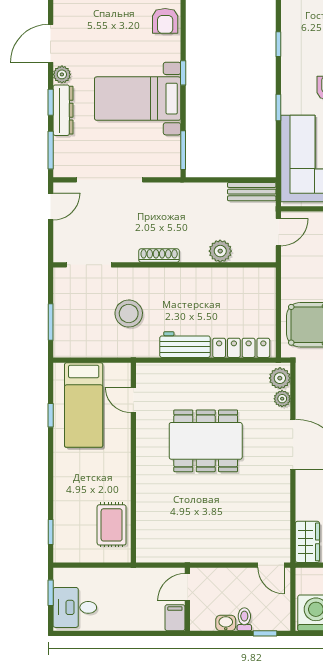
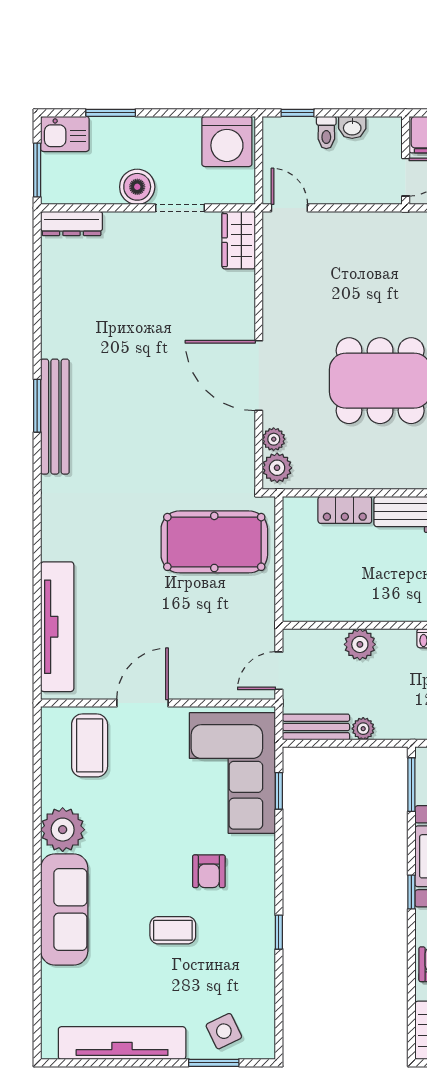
window: (278, 108) -> (279, 791), moved
plant: (218, 190) -> (363, 729), added
locker: (241, 348) -> (345, 510), width x0.66

